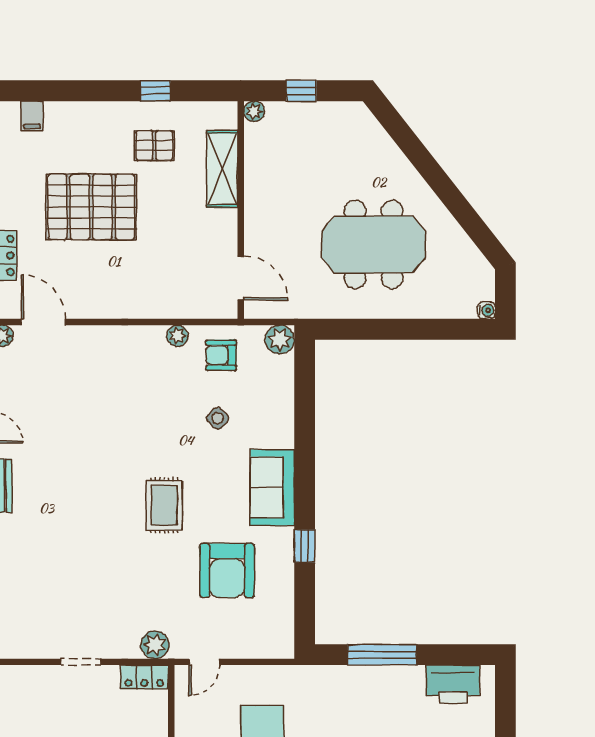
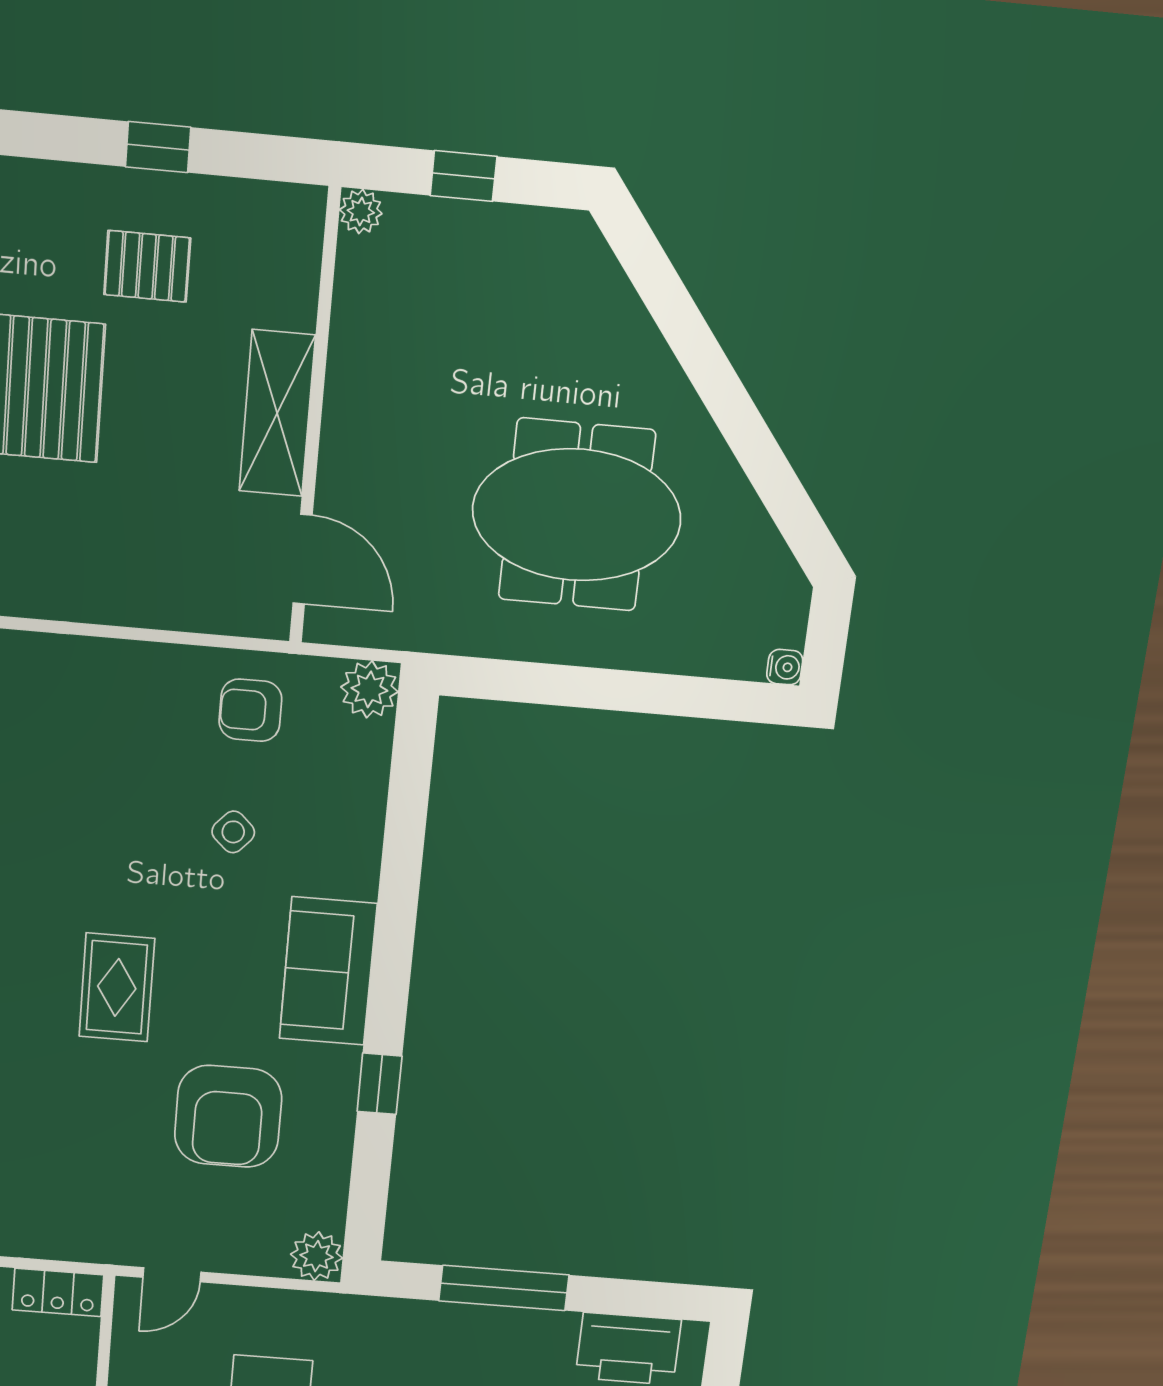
shelving: (222, 169) -> (277, 413), moved
plant: (177, 336) -> (166, 664), removed
plant: (155, 645) -> (317, 1256), moved

